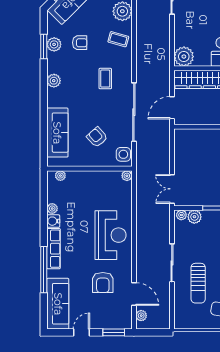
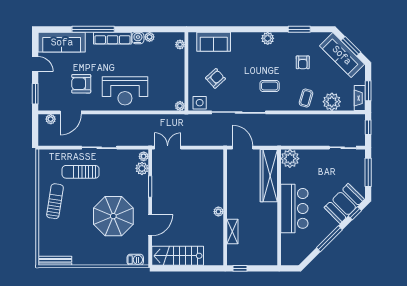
plant: (54, 44) -> (301, 39), removed
sofa: (57, 133) -> (214, 42), width x0.73

